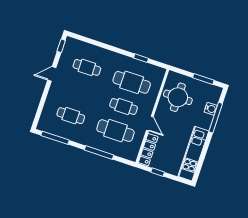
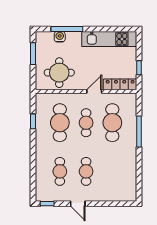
cafe table: (71, 116) -> (86, 171), moved
window: (55, 138) -> (139, 180), removed

